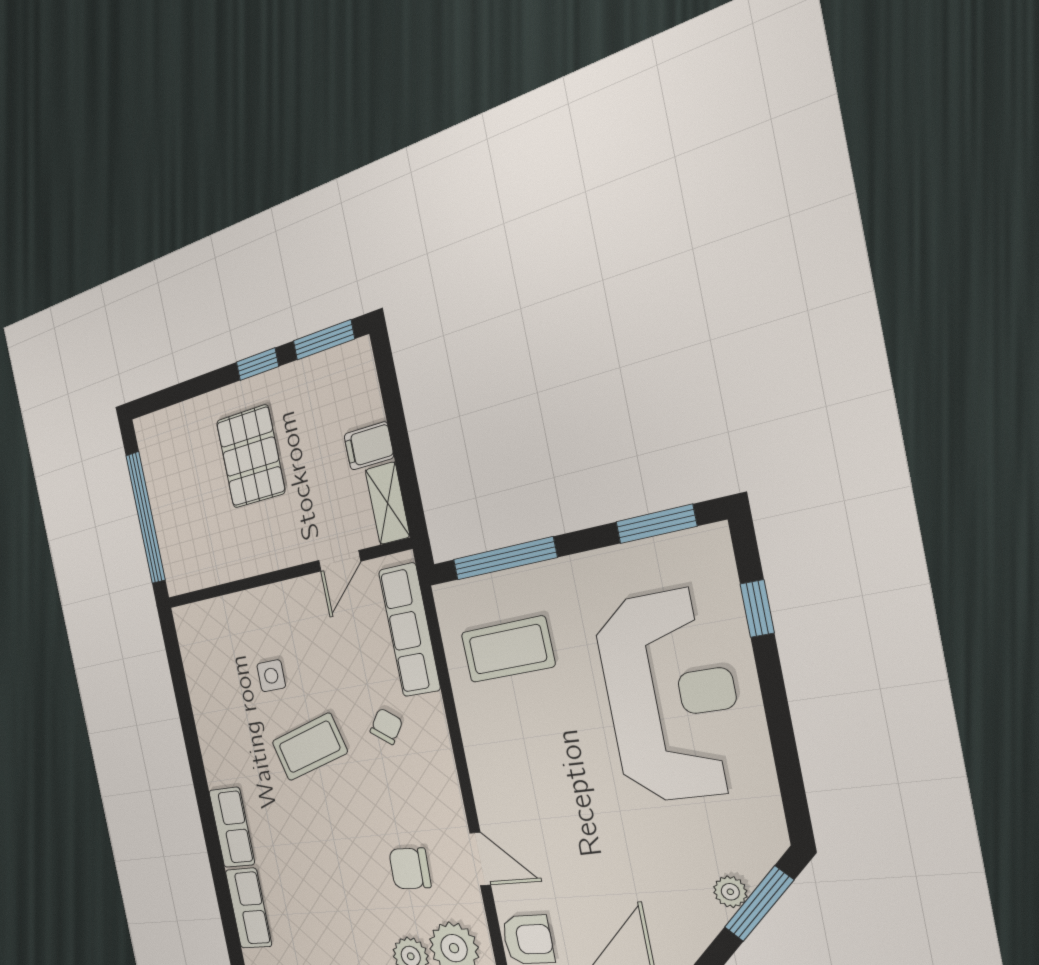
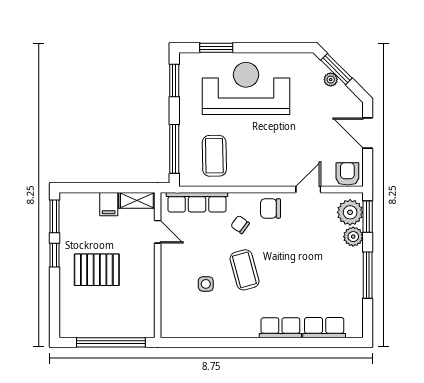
window: (757, 608) -> (216, 48), width x1.50
chair: (410, 868) -> (270, 208), moved, turned 88

